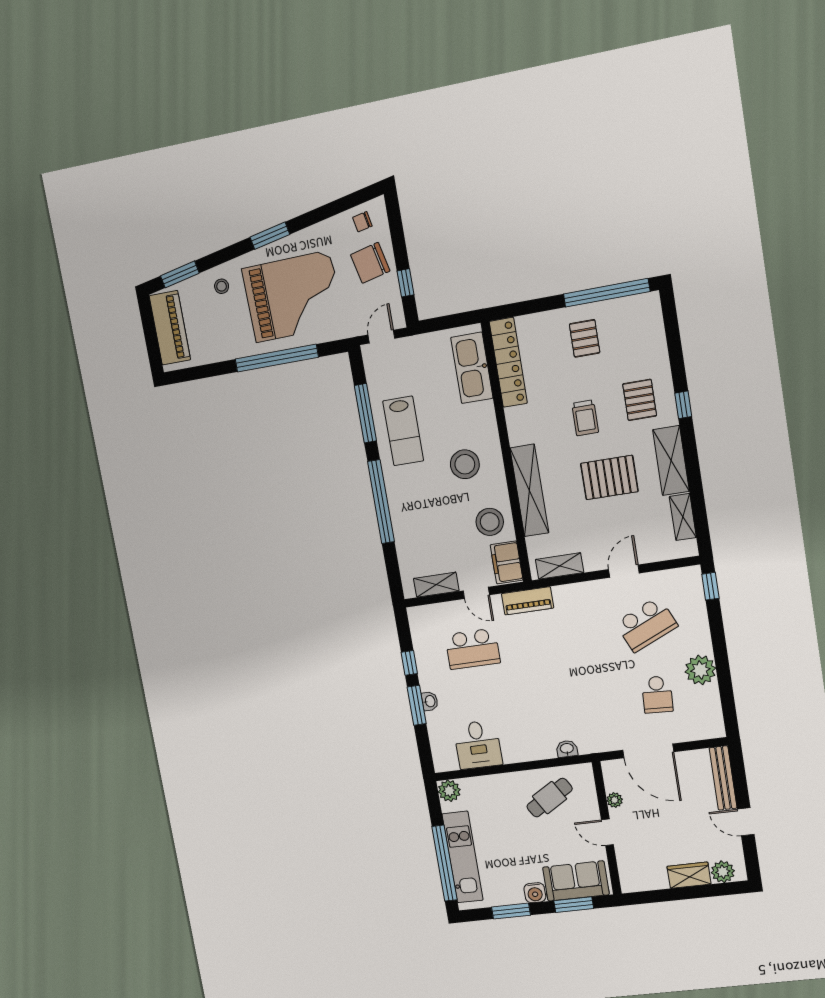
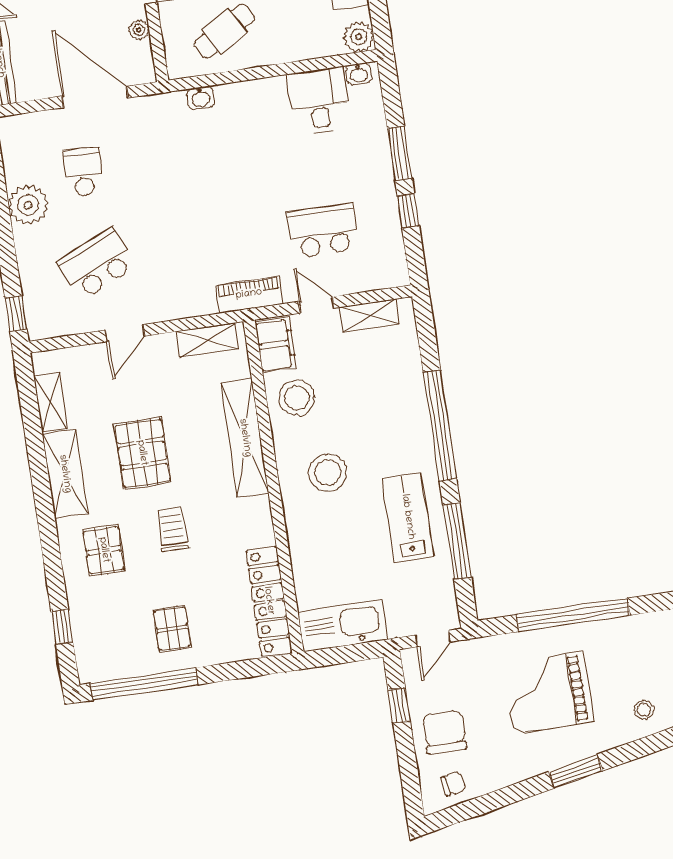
chair: (370, 263) -> (444, 732), turned -77
grand piano: (293, 297) -> (548, 693), width x0.73, depth x0.68
kitchen sink: (472, 368) -> (343, 625), moved, turned -90
window: (683, 405) -> (62, 627), moved
pallet: (609, 477) -> (142, 453), turned 90
washbasin: (430, 701) -> (359, 74), moved, turned -90

